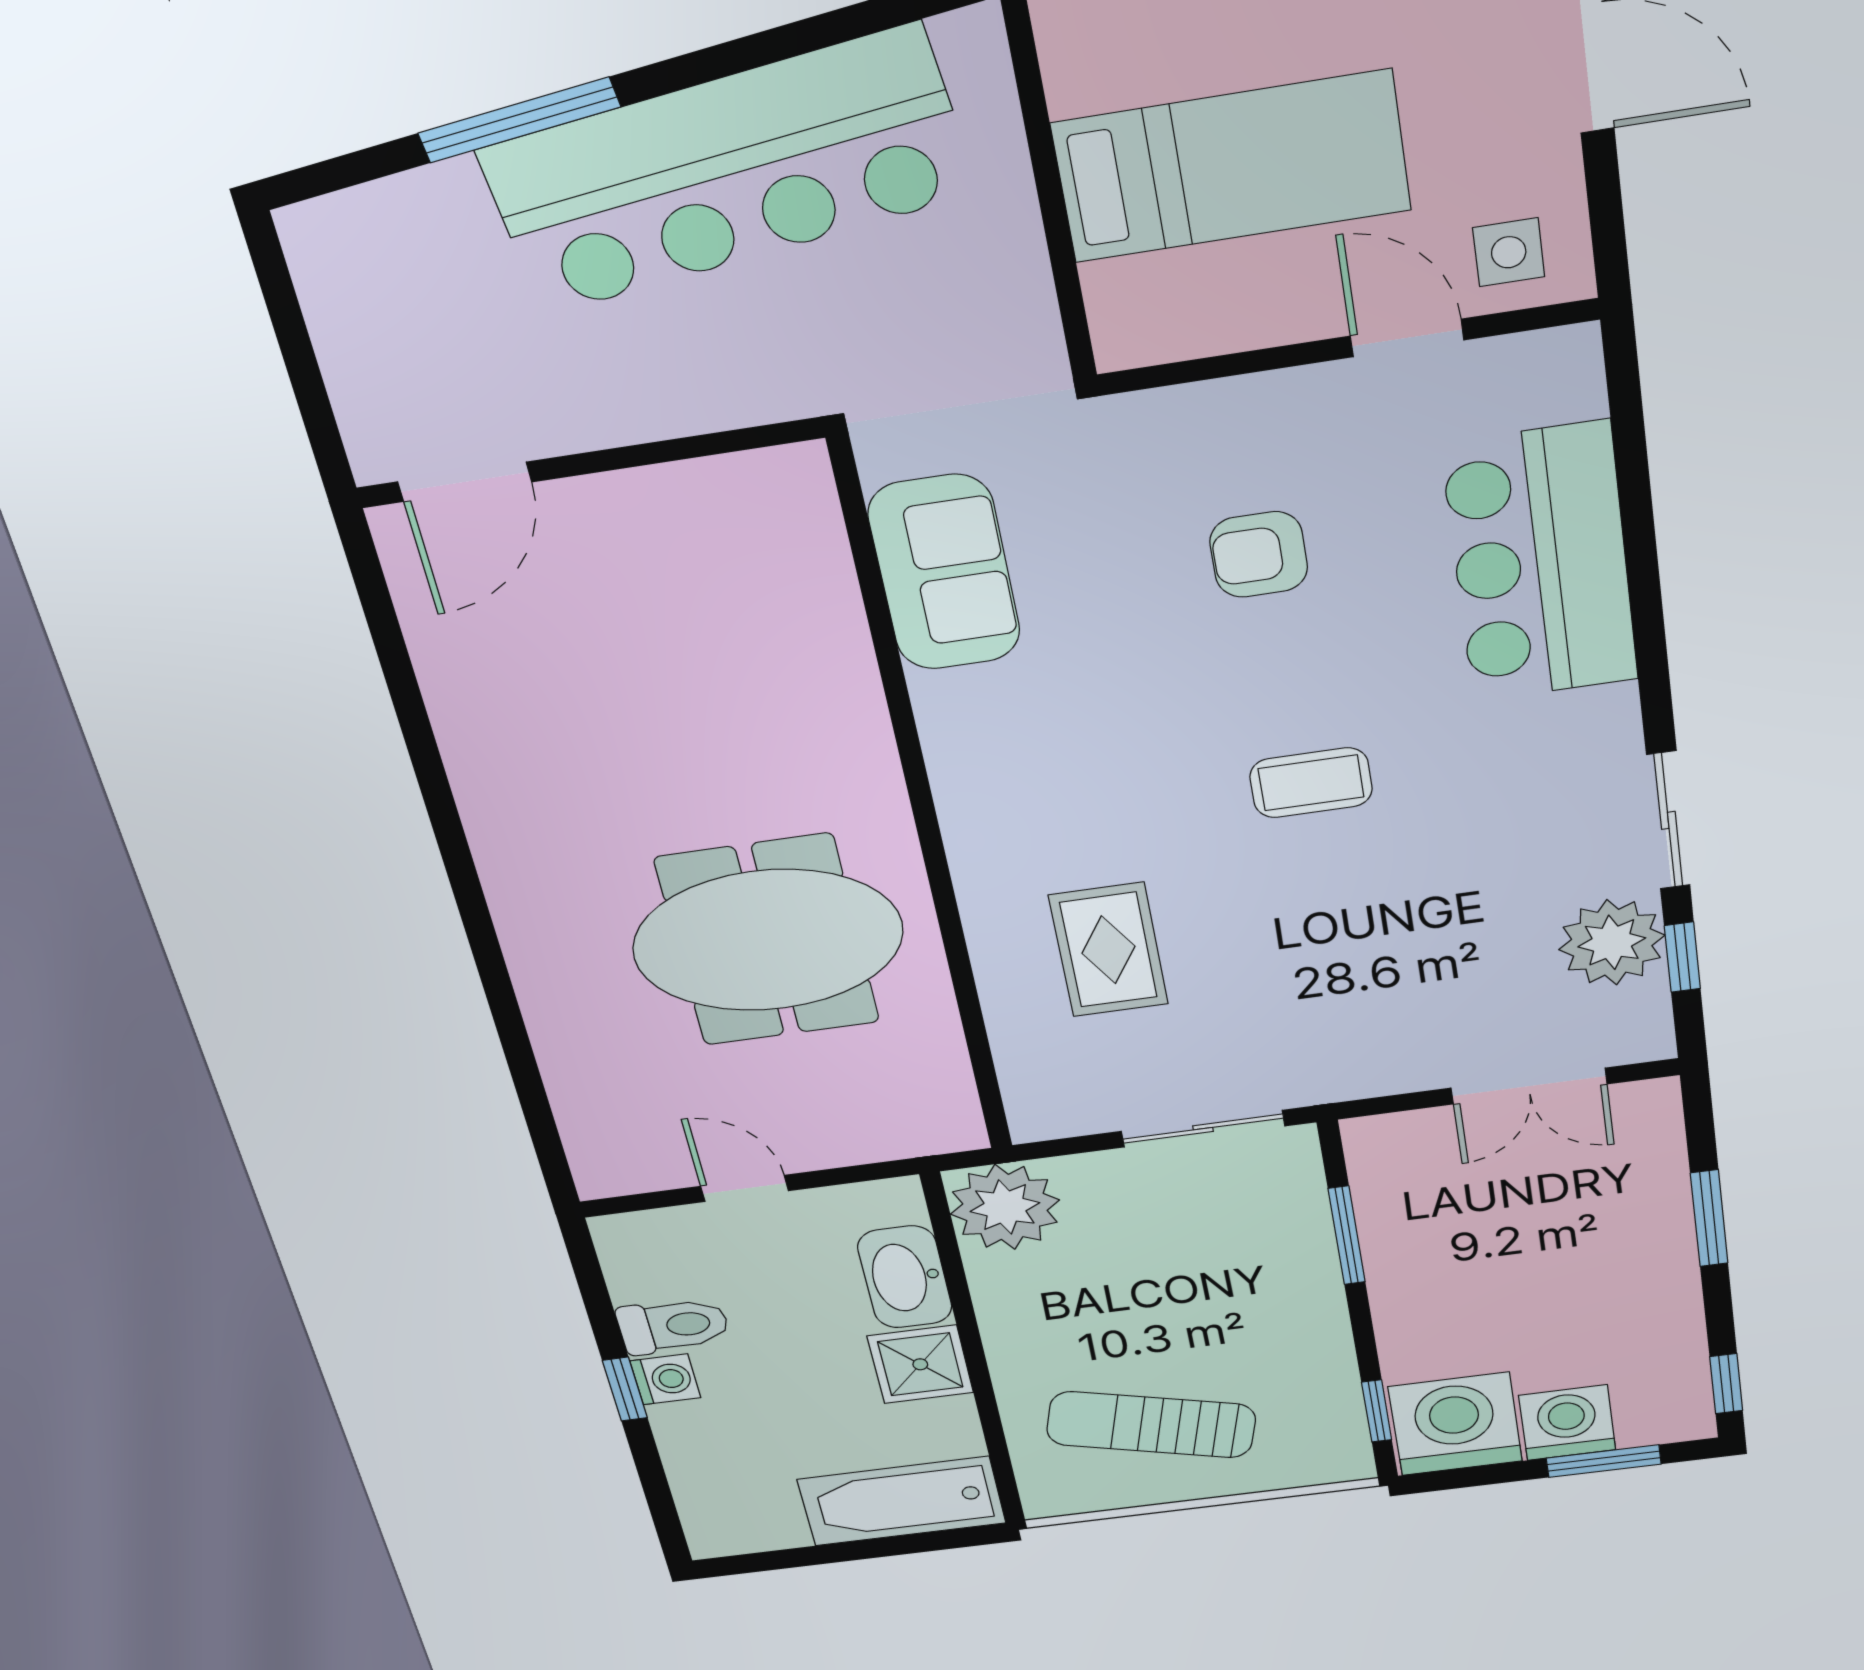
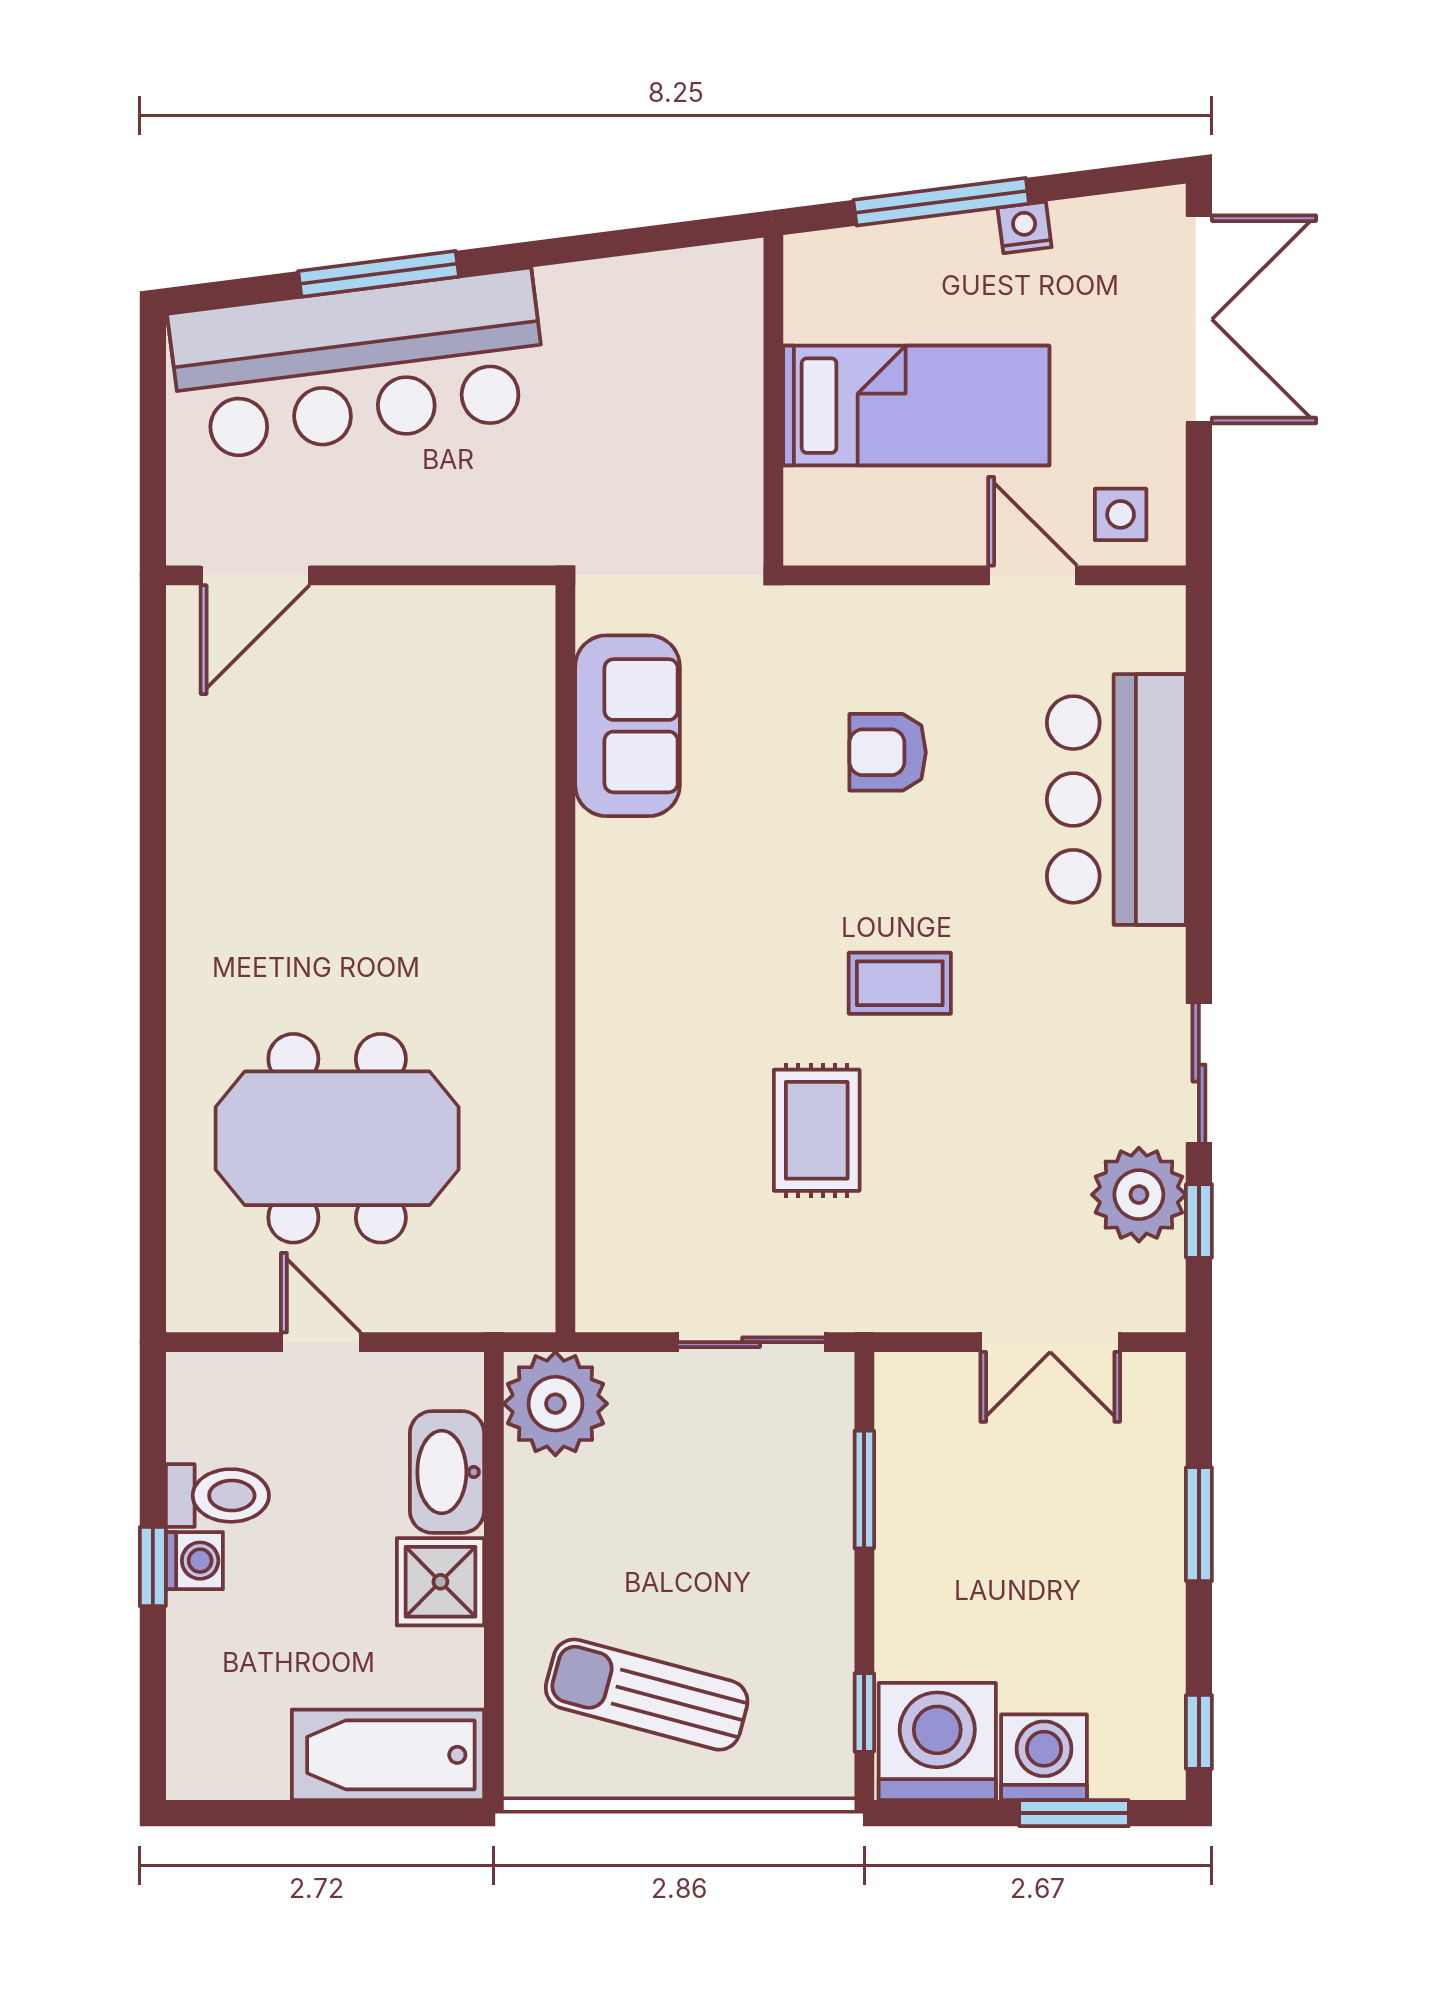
bar counter: (728, 171) -> (359, 365), moved
meeting table: (768, 940) -> (337, 1138), moved
rug: (1108, 950) -> (817, 1130), moved

